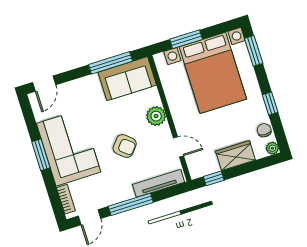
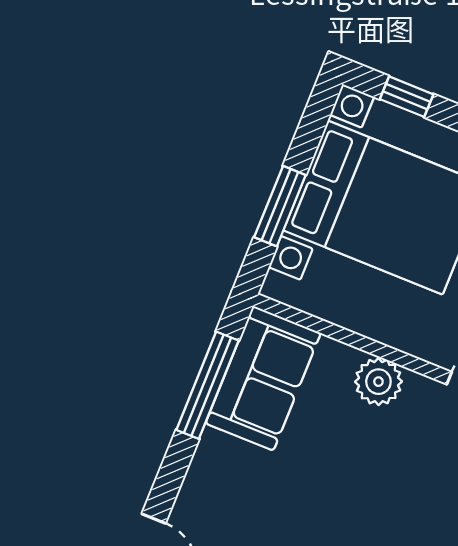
window: (254, 51) -> (407, 97), width x0.67
armchair: (125, 146) -> (386, 487), removed

